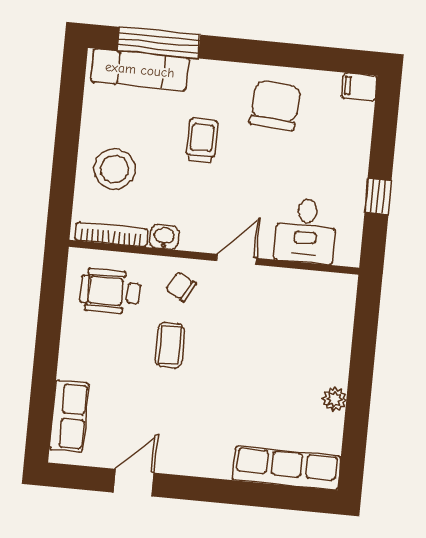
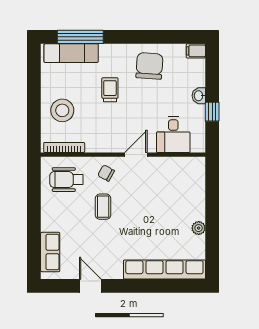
washbasin: (164, 237) -> (199, 96), moved, turned -90
row of seats: (287, 468) -> (164, 270), width x1.36
door: (134, 483) -> (90, 286), hinge flipped

